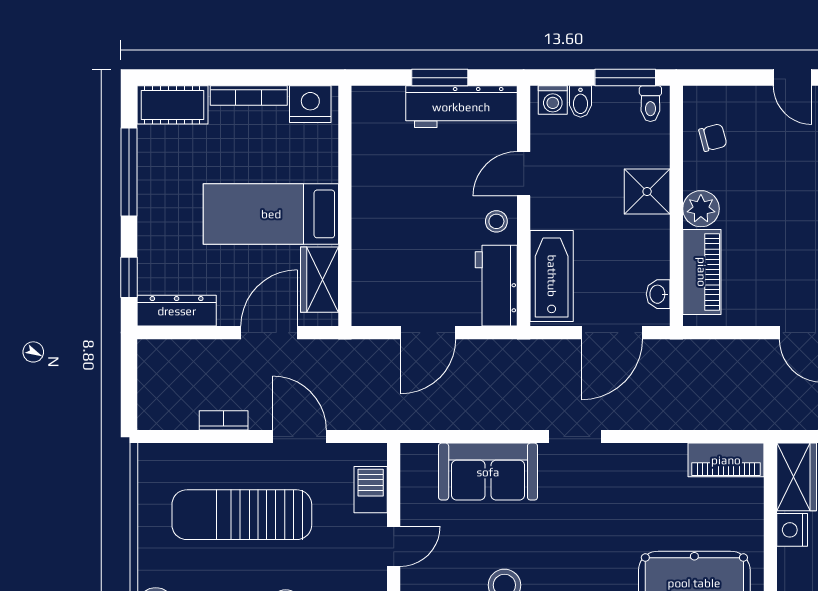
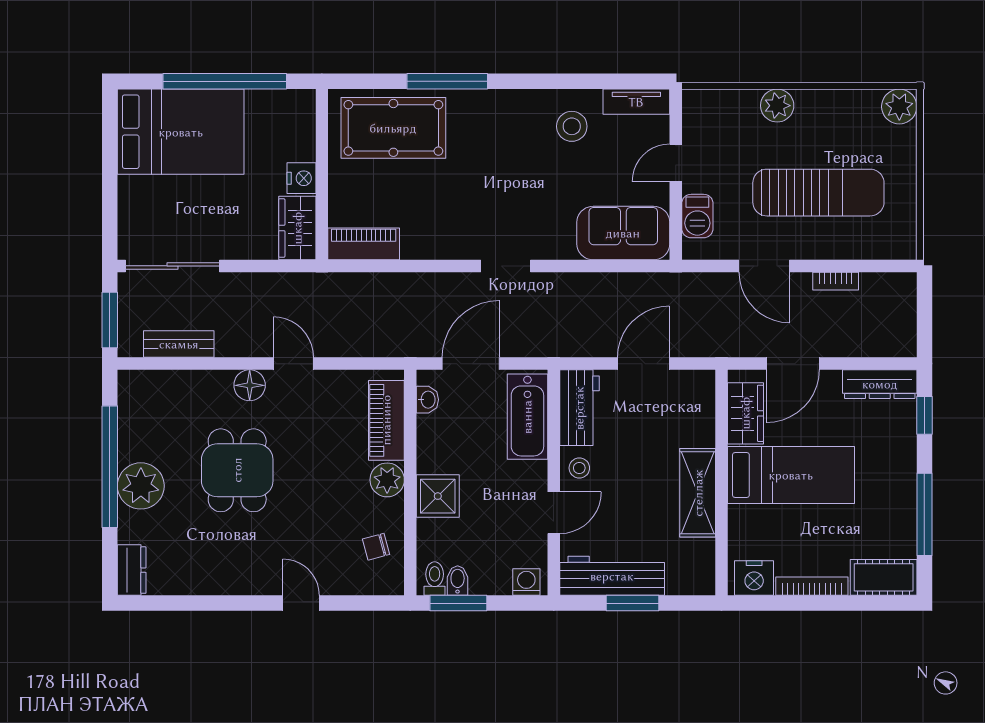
bidet: (581, 102) -> (458, 581), moved
shelving: (370, 195) -> (698, 493), added
sofa: (488, 472) -> (623, 233), moved

